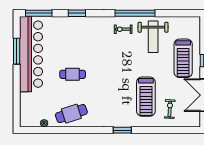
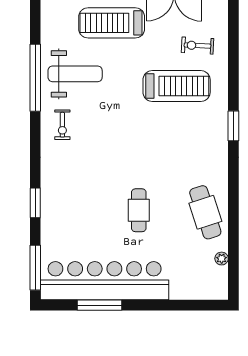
window: (135, 13) -> (35, 78), moved
treadmill: (183, 58) -> (112, 23), turned 180

